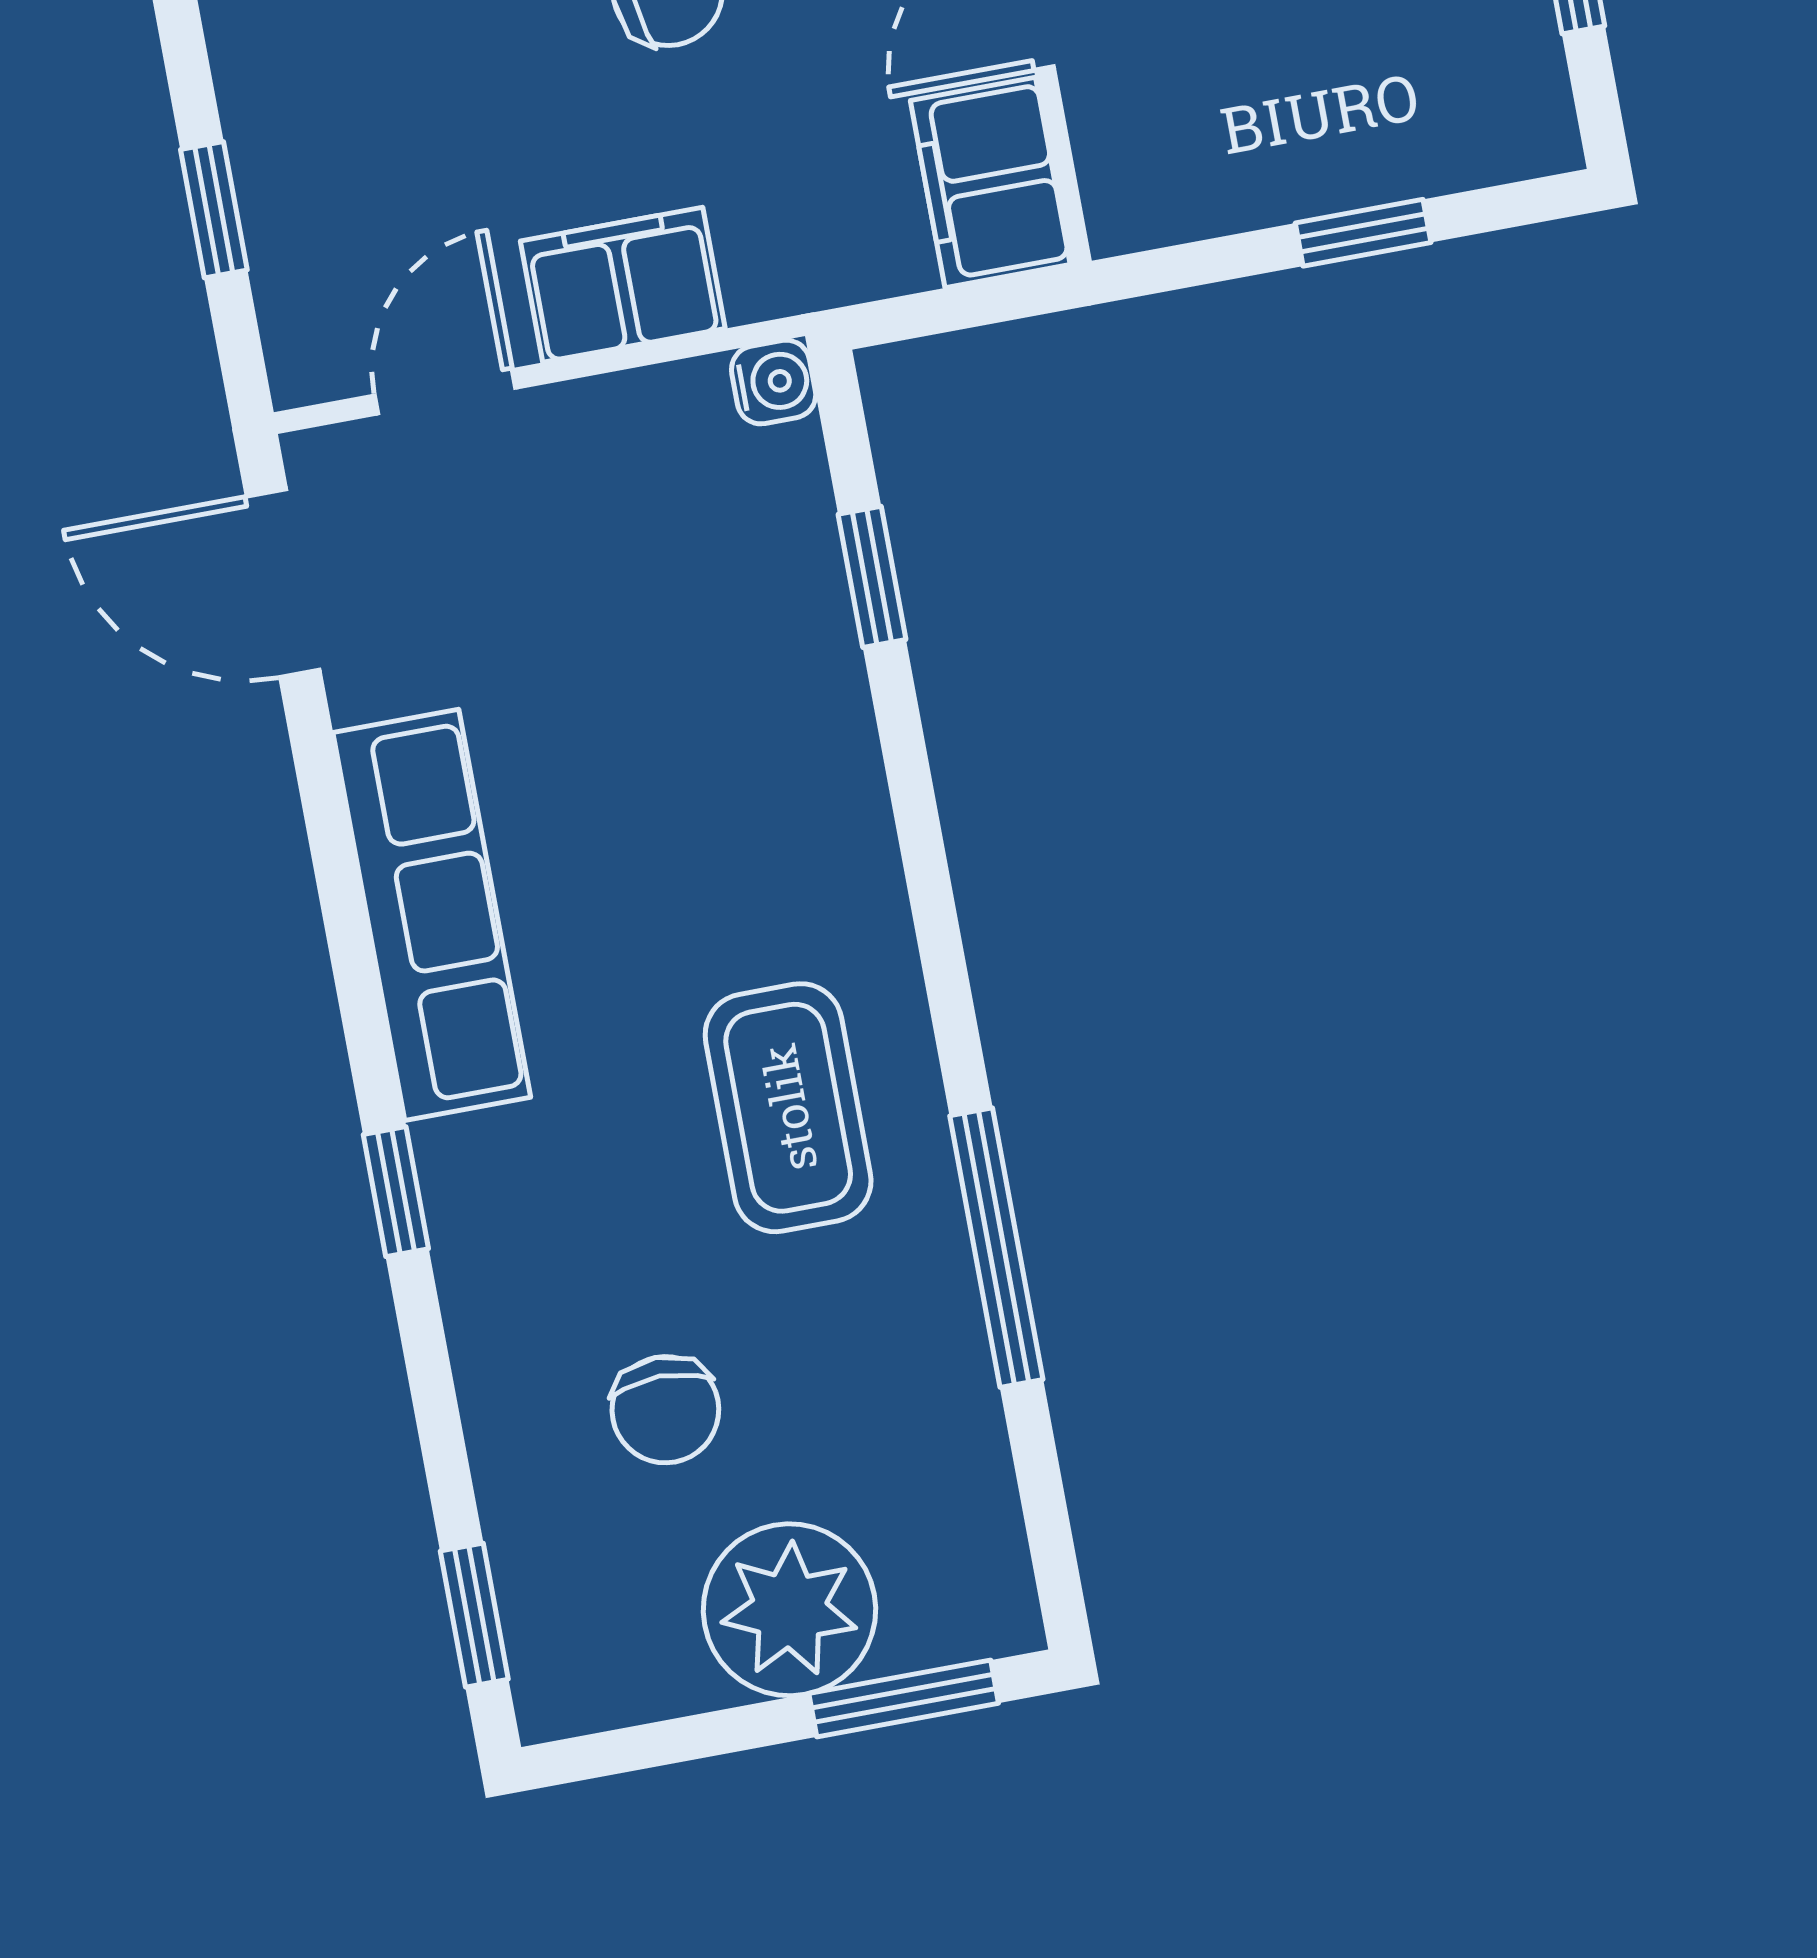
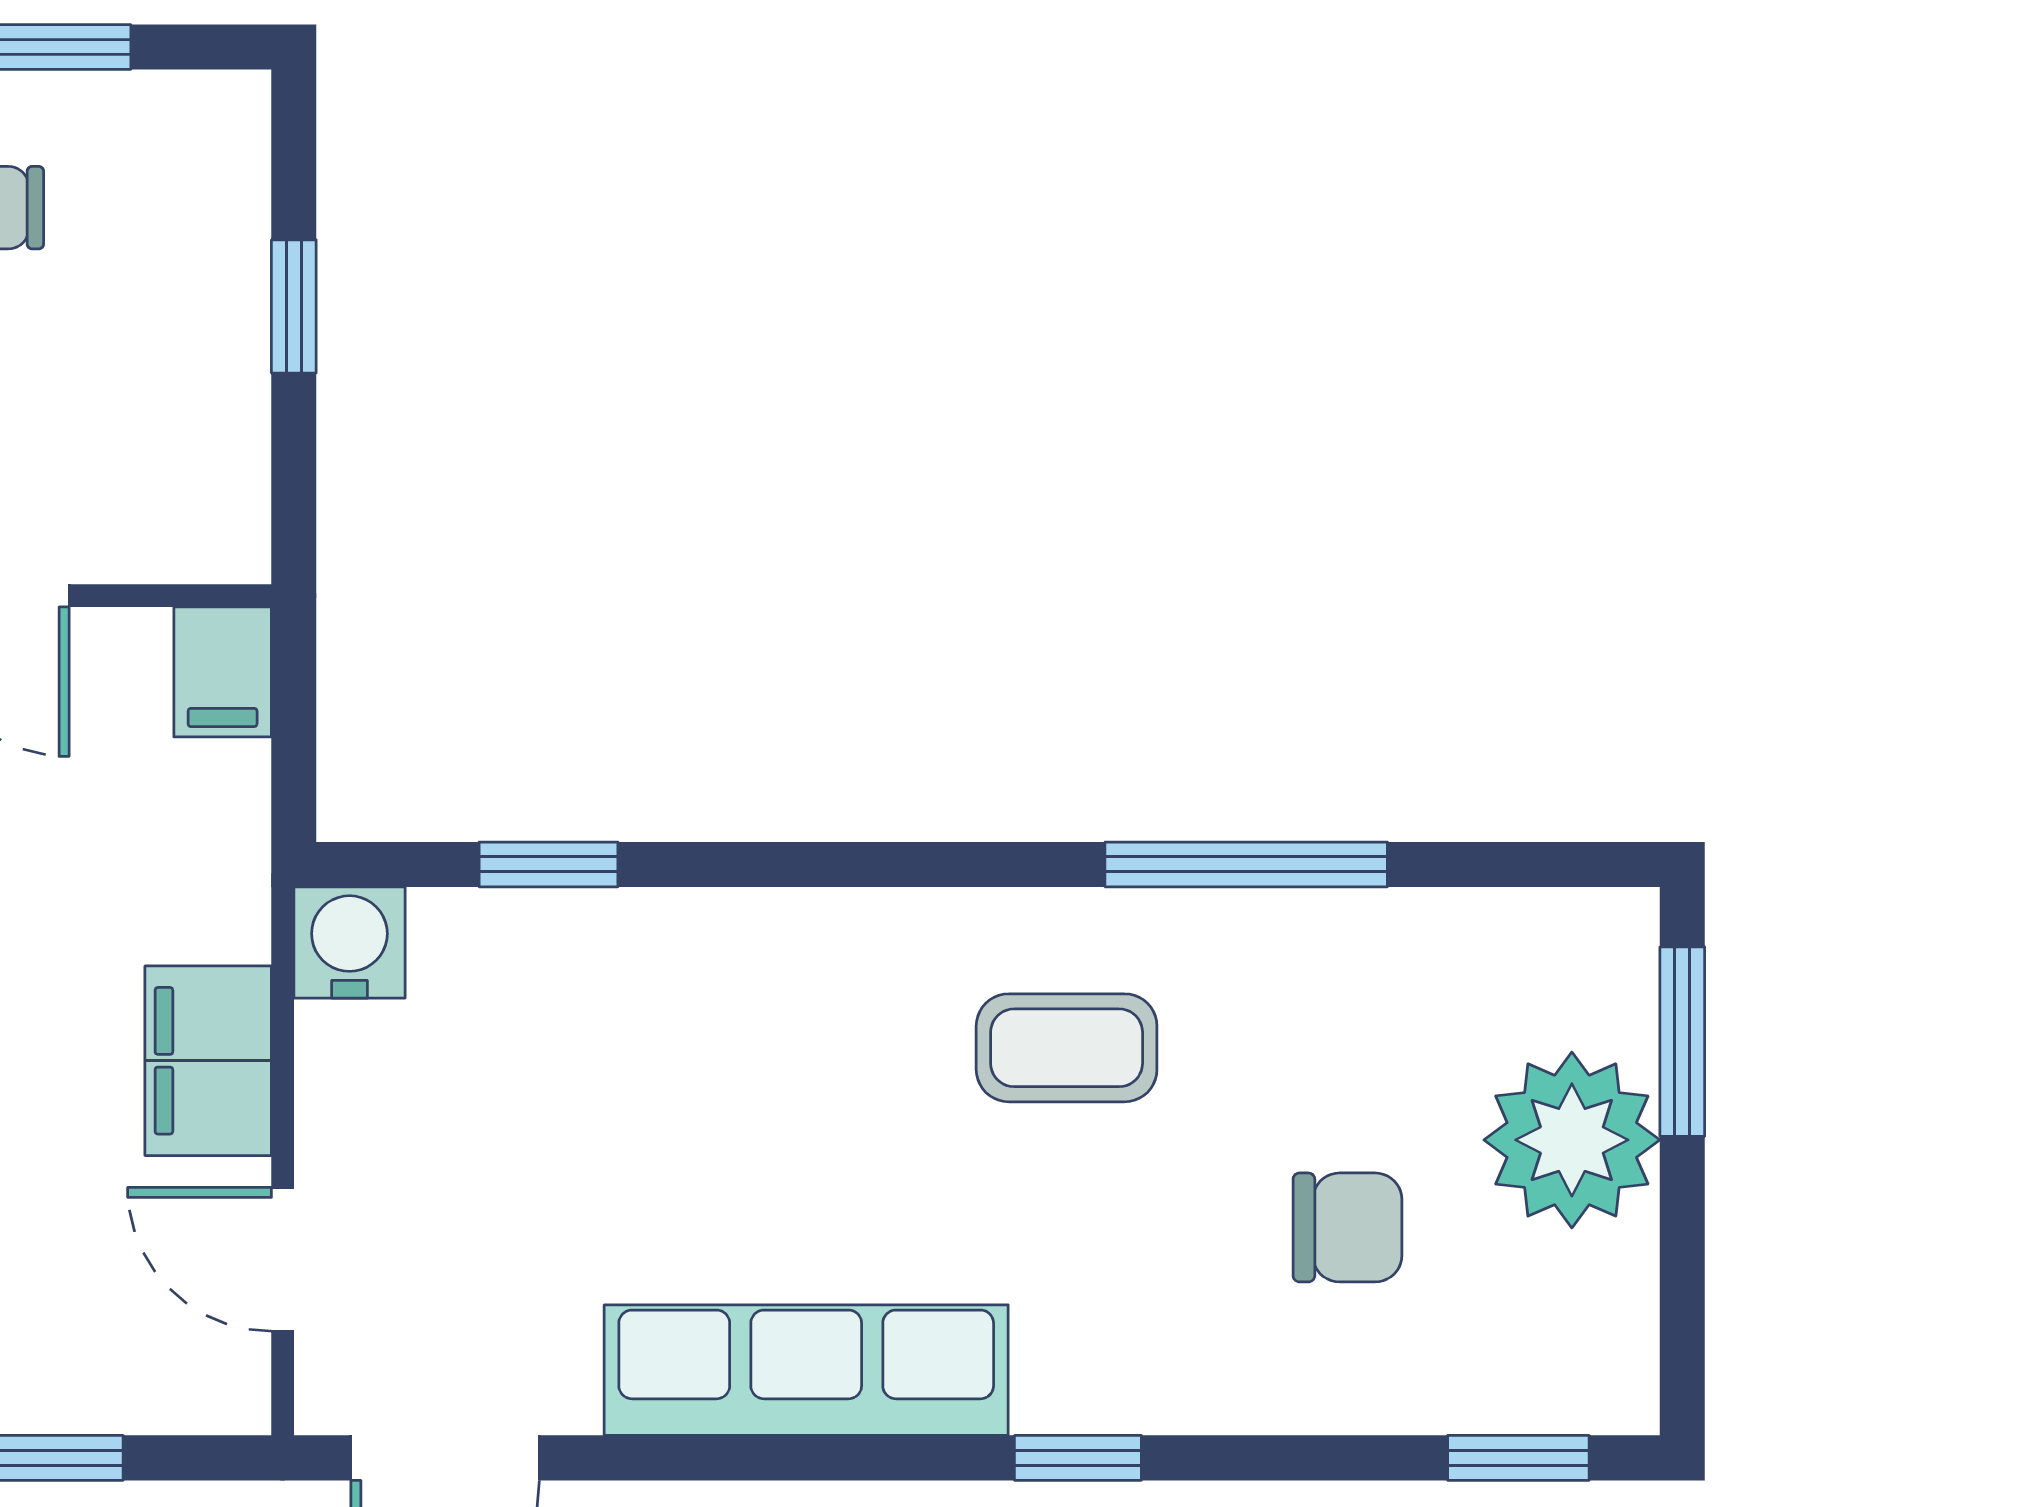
filing cabinet: (990, 183) -> (223, 672), width x0.50
water cooler: (774, 382) -> (349, 942), width x1.38, depth x1.38
coffee table: (788, 1108) -> (1067, 1048), width x0.73, depth x0.77

